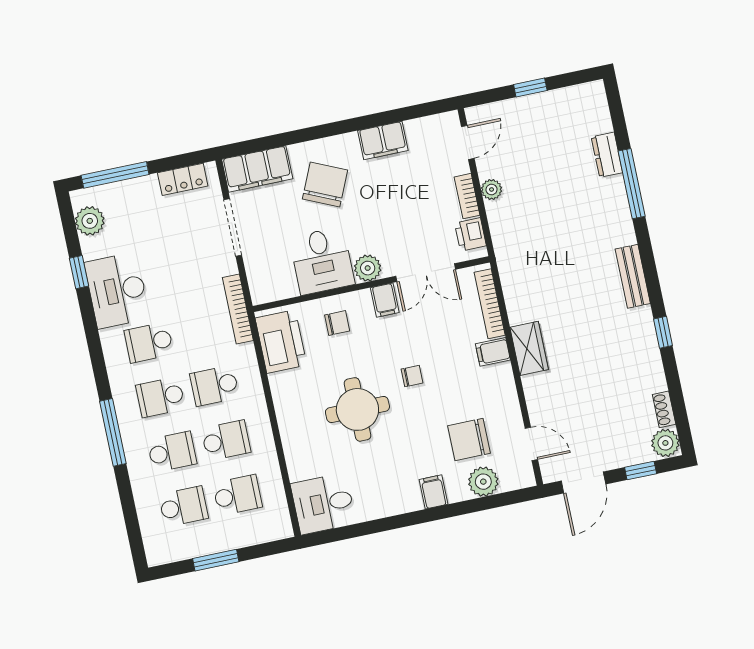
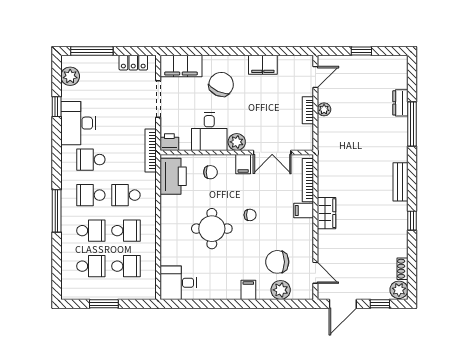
printer: (470, 234) -> (169, 142), moved, turned 90

